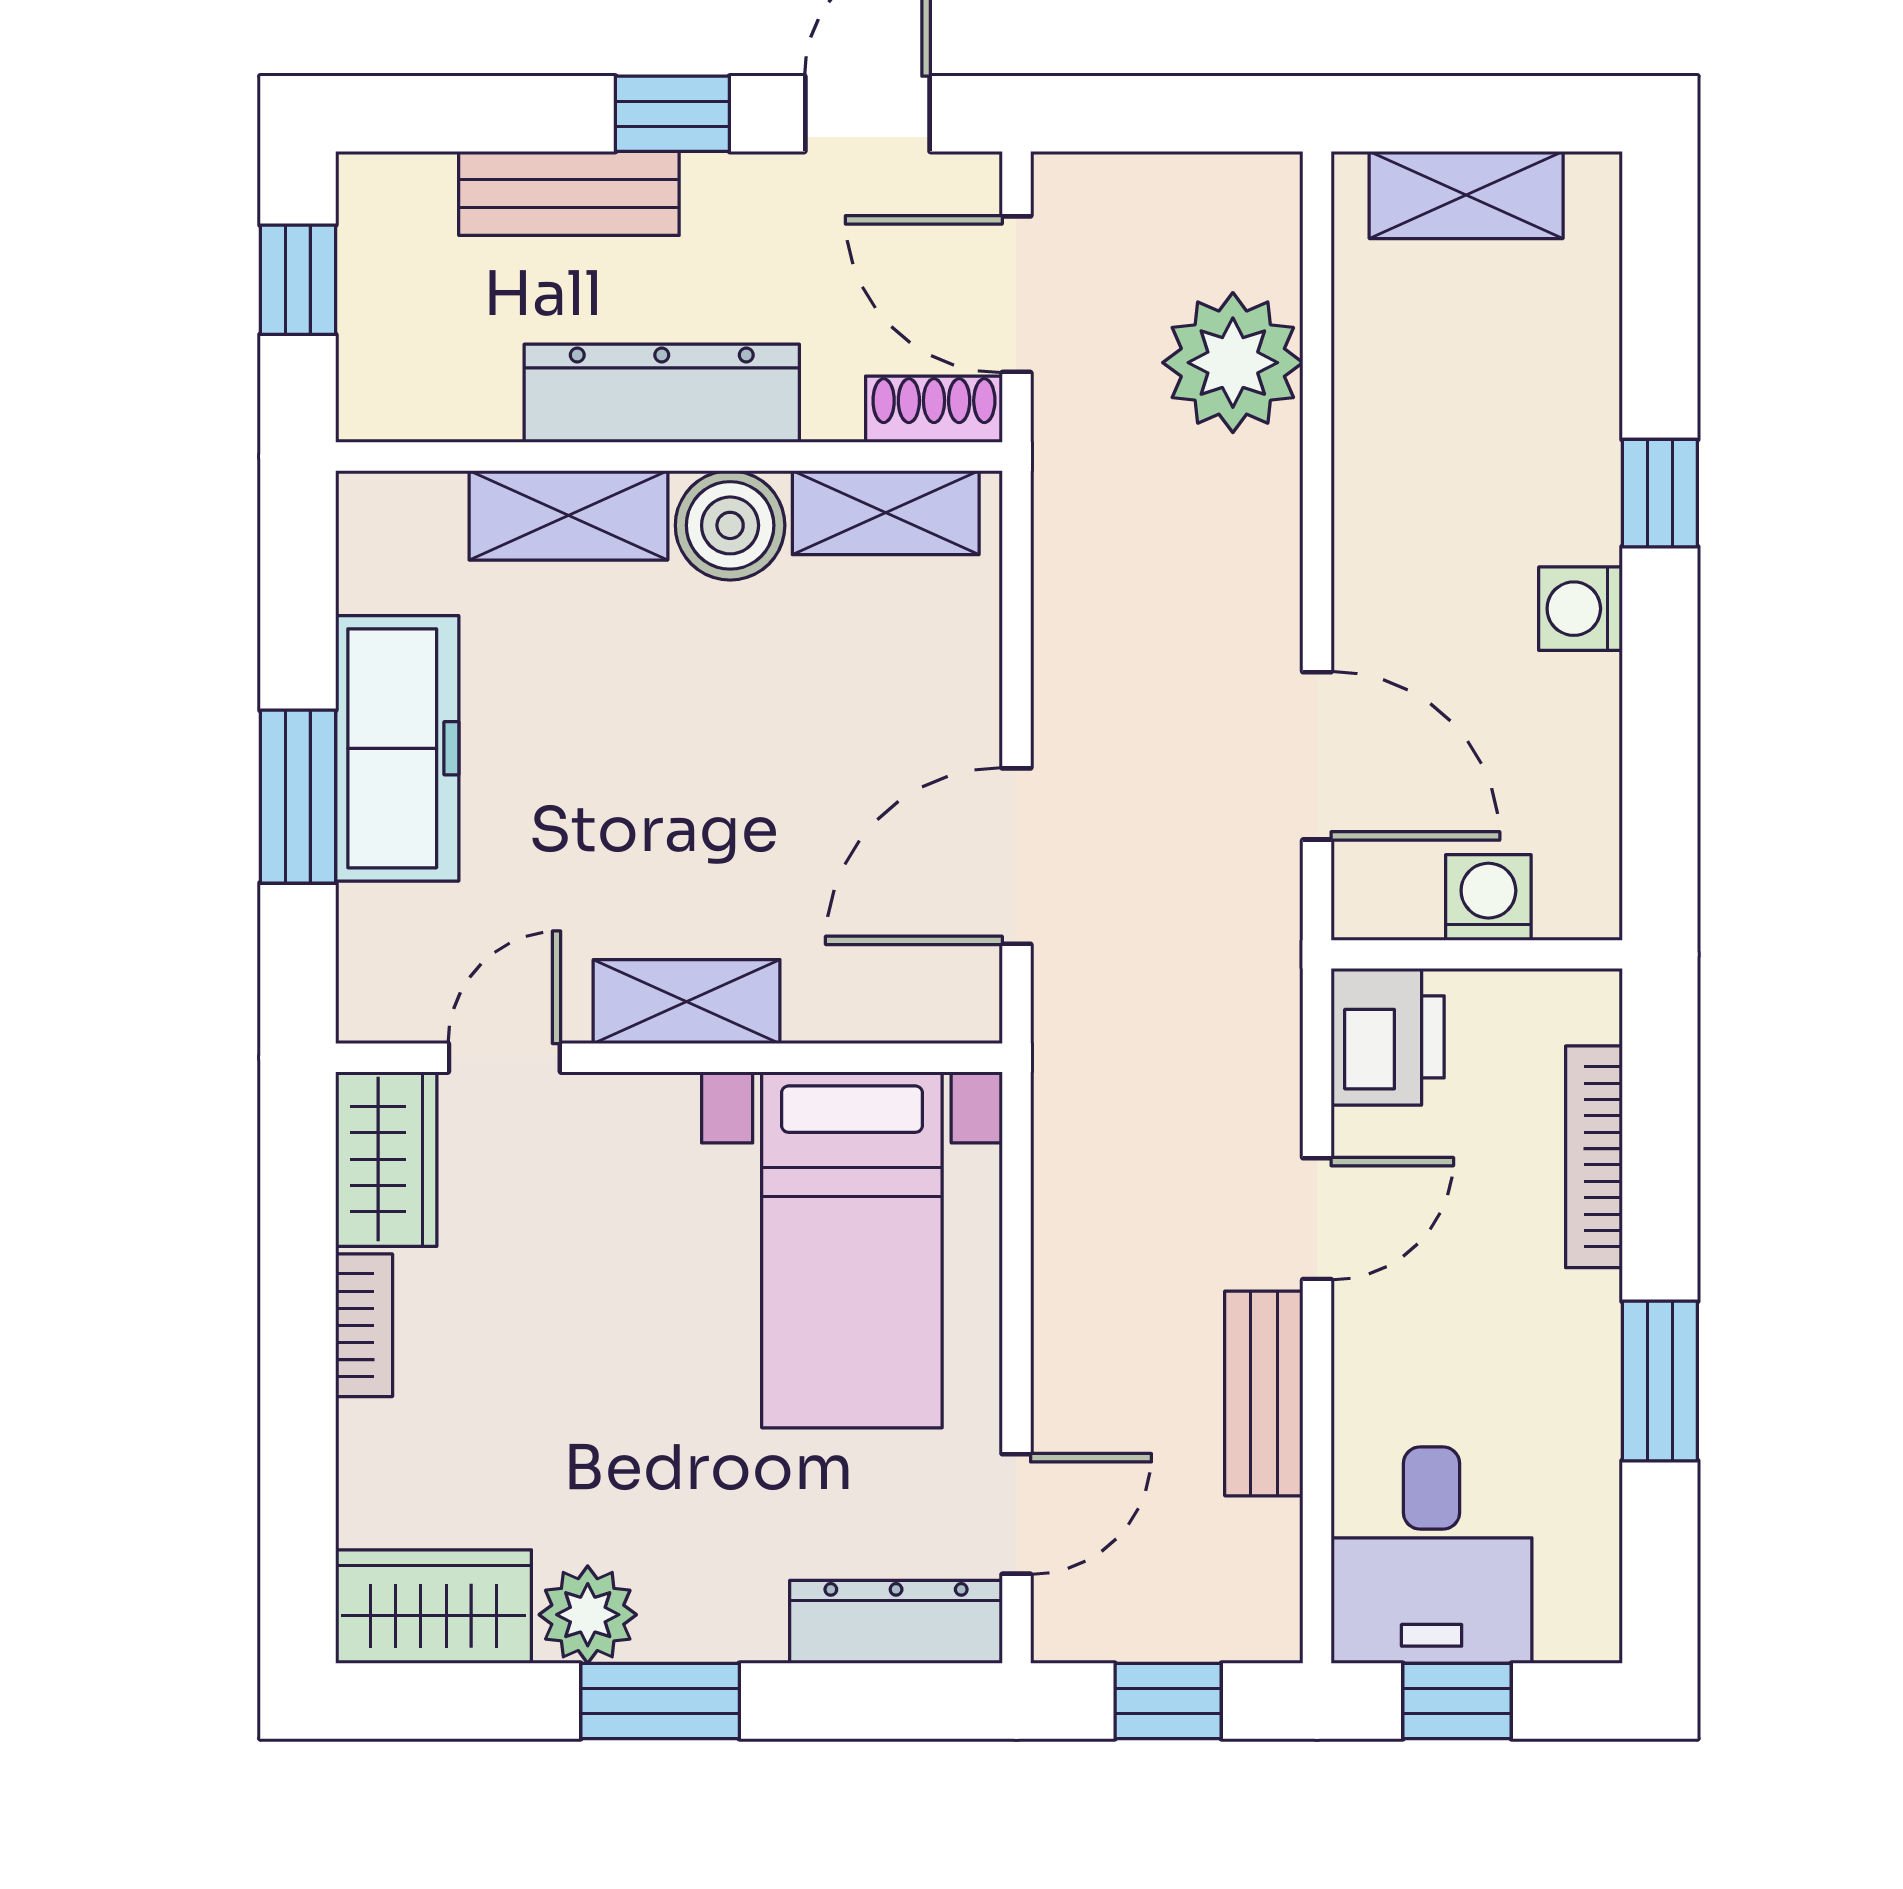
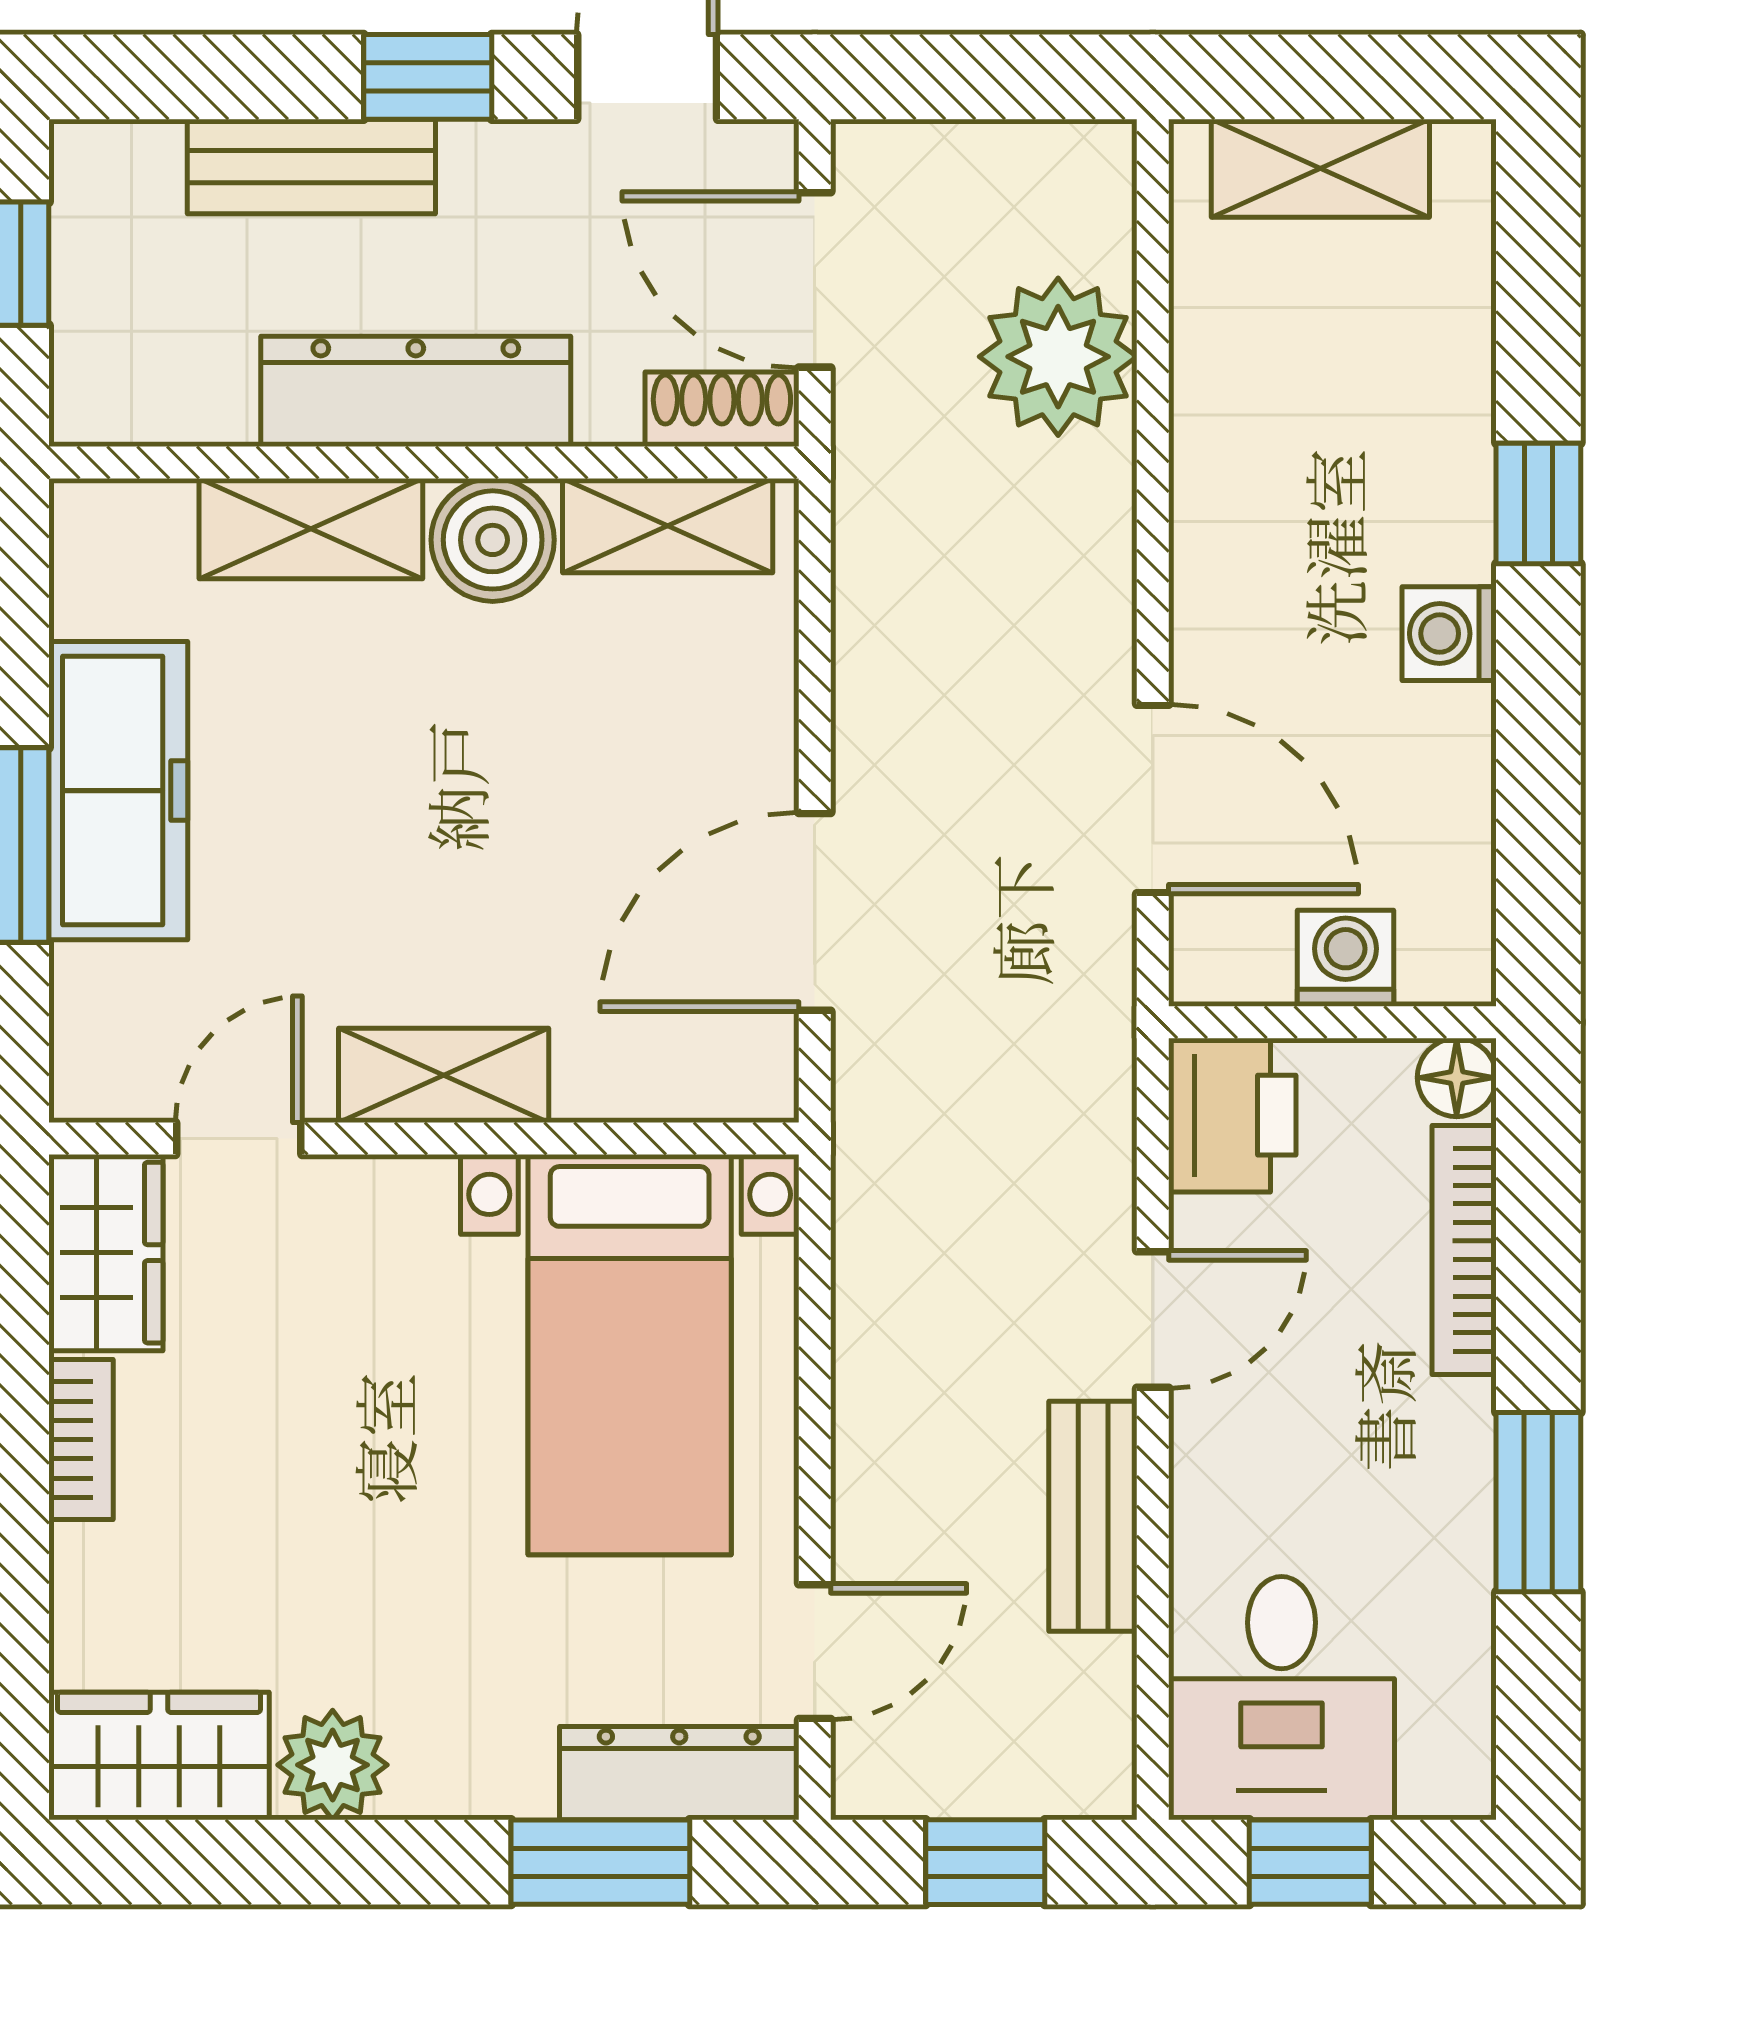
floor lamp: (1587, 1003) -> (1457, 1078), added
window: (660, 1701) -> (600, 1862), moved

